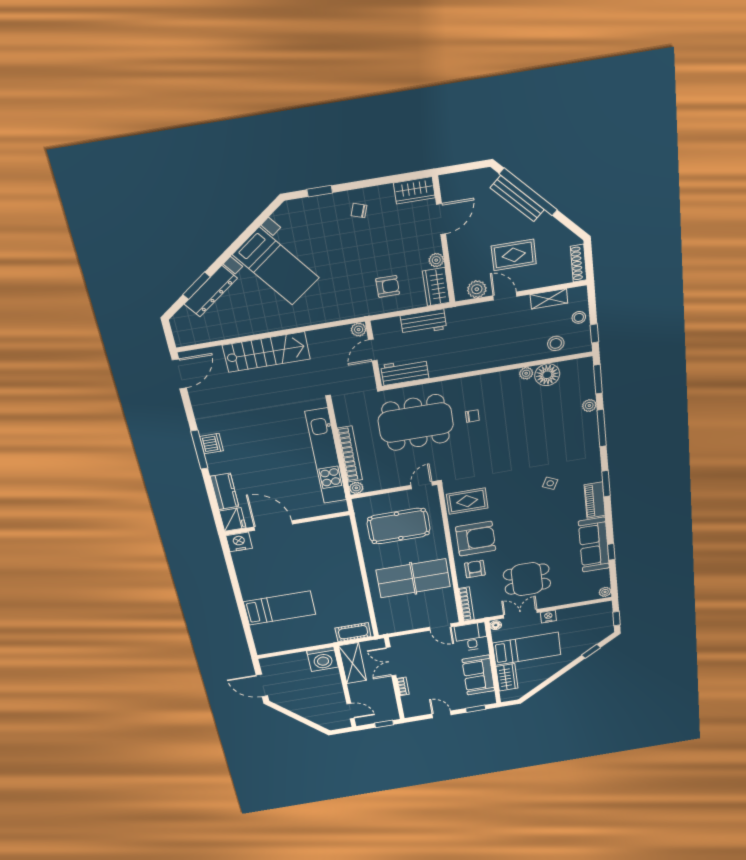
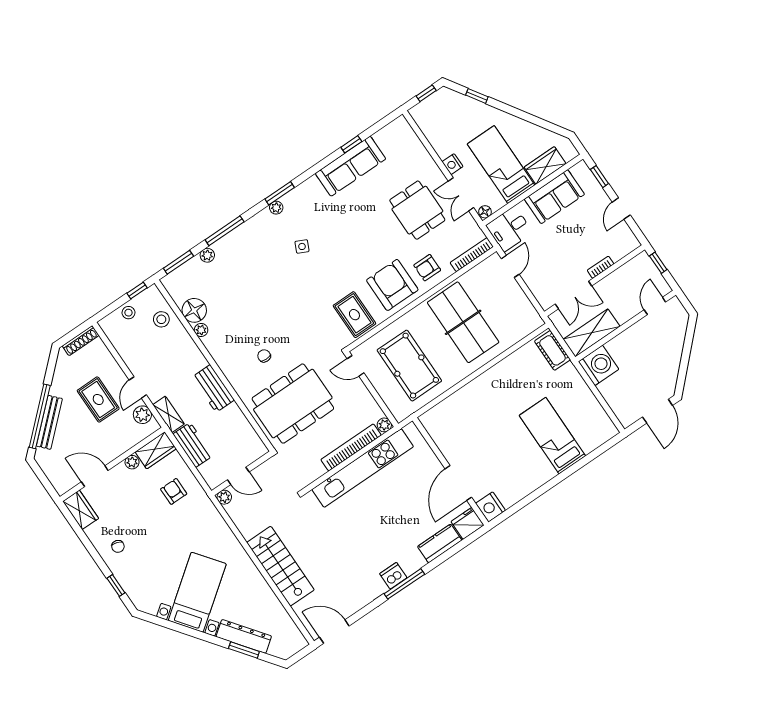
shelving: (549, 299) -> (168, 414), moved
workbench: (405, 372) -> (213, 388), moved
dining table: (416, 423) -> (293, 404), turned 90
piano: (595, 500) -> (302, 194), removed
plant: (605, 592) -> (276, 208), moved

